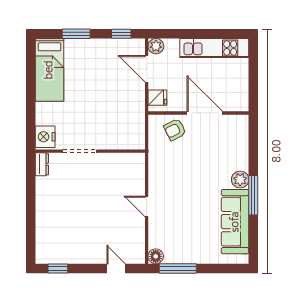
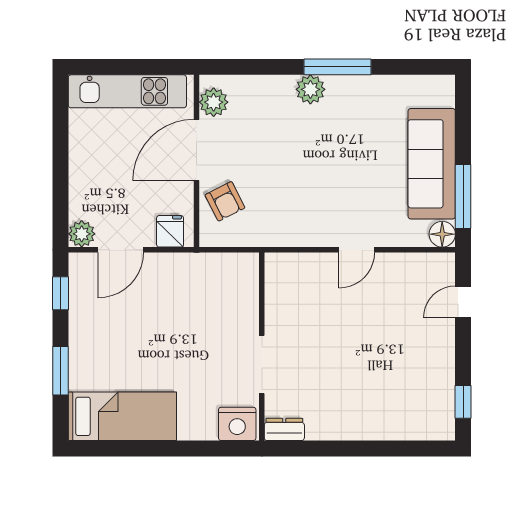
kitchen unit: (214, 48) -> (127, 91), moved, turned 90
plant: (233, 123) -> (214, 102), added
sofa: (235, 222) -> (432, 164), moved, turned 90

